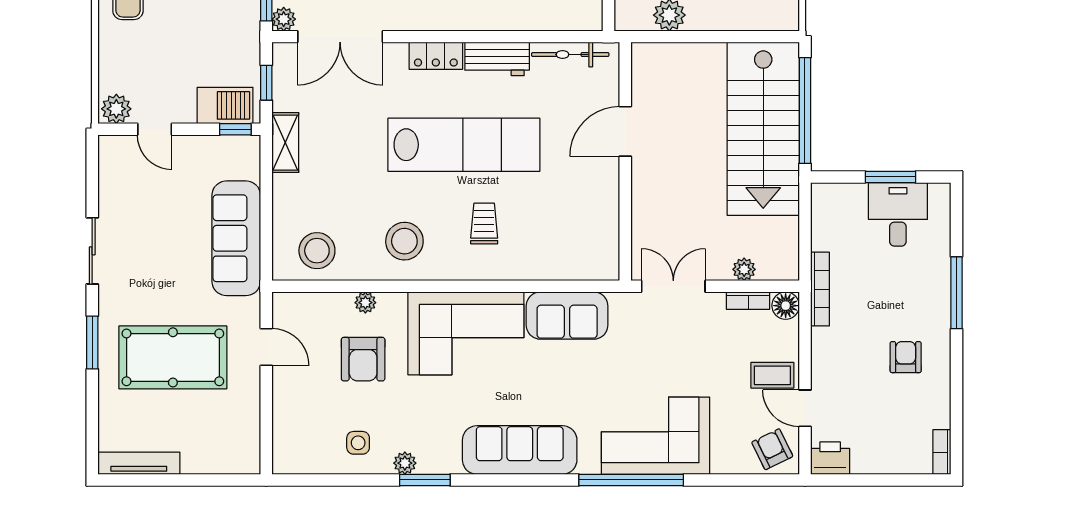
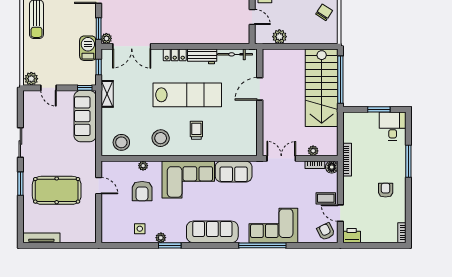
barbecue: (225, 105) -> (88, 48), moved, turned -90
desk: (898, 214) -> (393, 126), moved
sofa: (236, 238) -> (85, 116), moved

